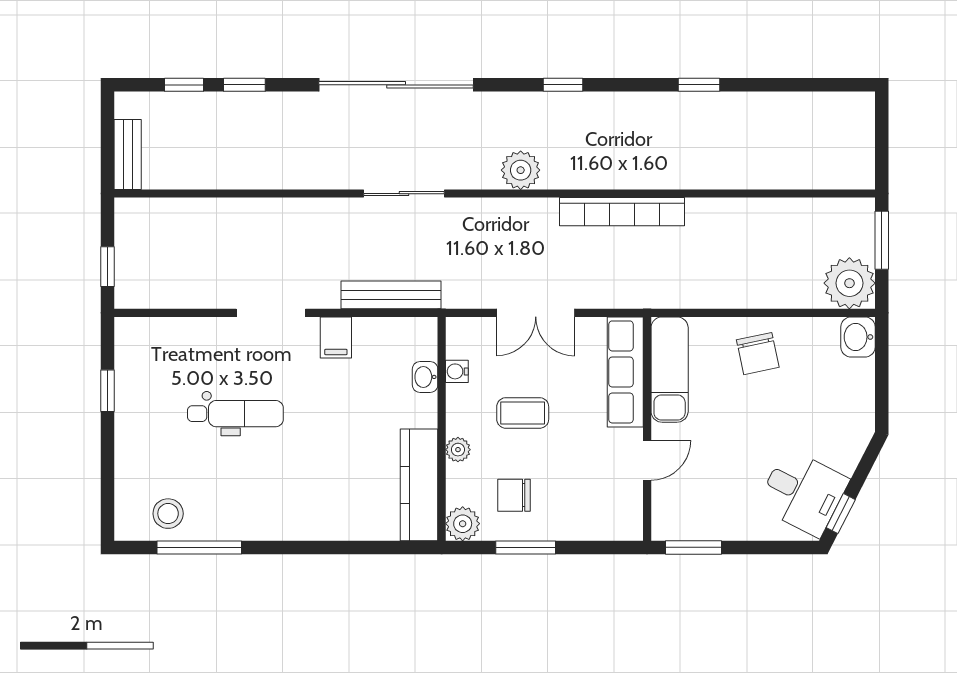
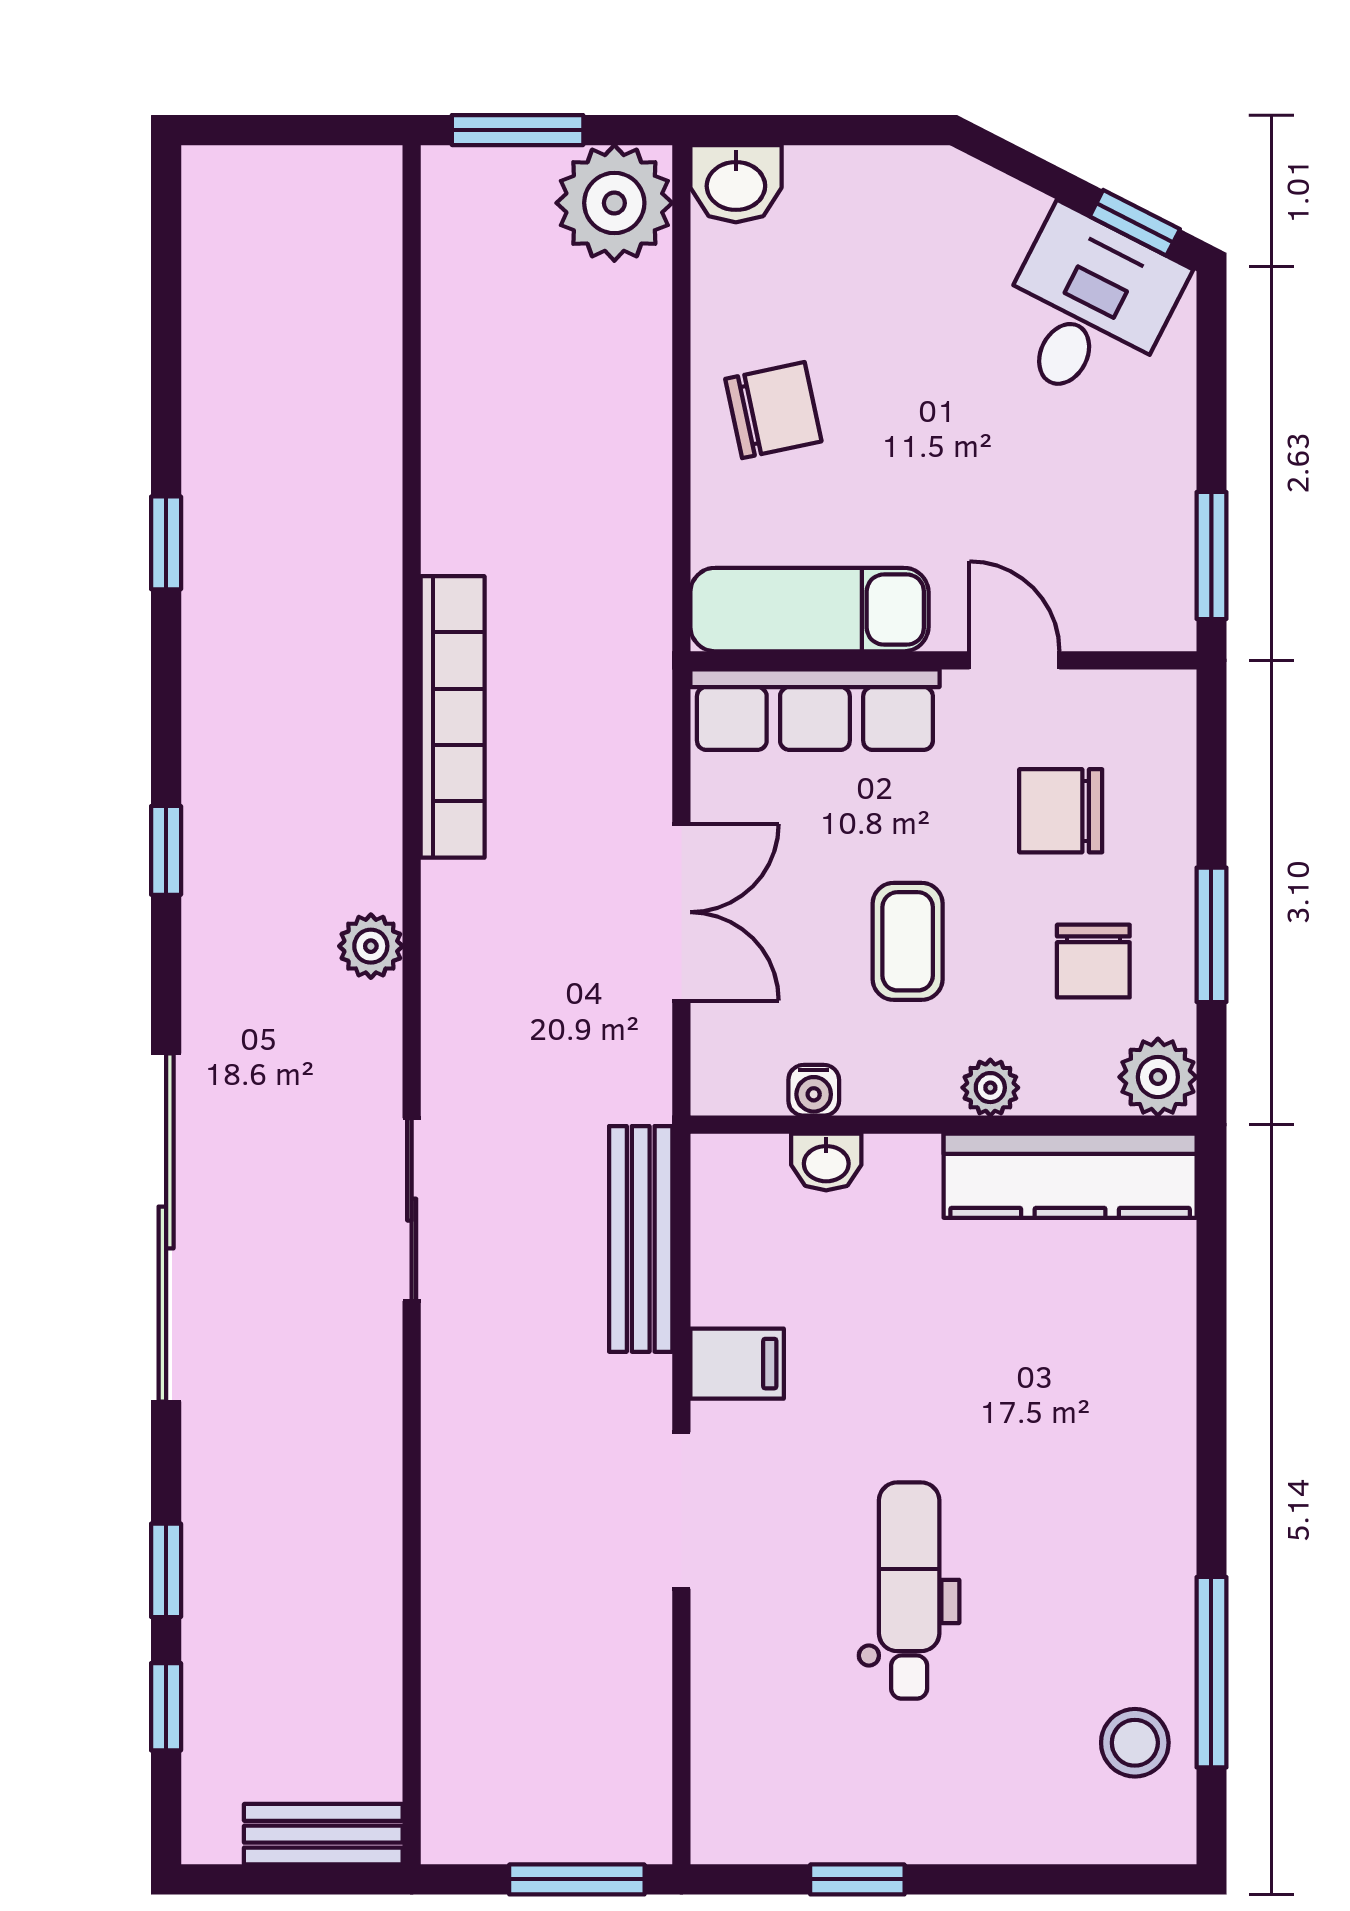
plant: (521, 170) -> (371, 946), width x0.73, depth x0.73
window: (108, 267) -> (577, 1879), width x1.50
chair: (580, 481) -> (1061, 811), added

